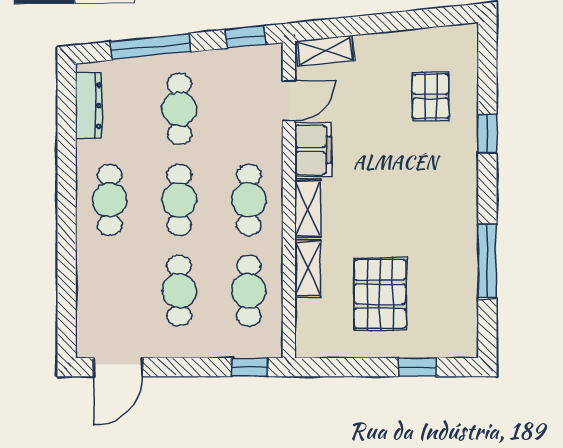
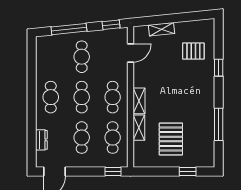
shelving: (325, 51) -> (161, 29), moved
pallet: (431, 96) -> (193, 51), turned 90
dresser: (89, 106) -> (41, 140), moved, width x0.70
filing cabinet: (313, 150) -> (141, 75), removed

